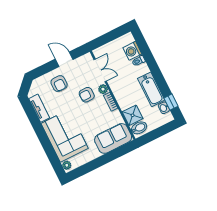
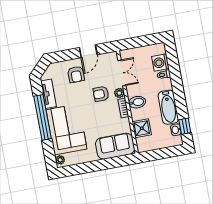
door: (64, 59) -> (88, 51), swing flipped
bidet: (139, 128) -> (137, 102), moved
window: (40, 131) -> (43, 117), added

